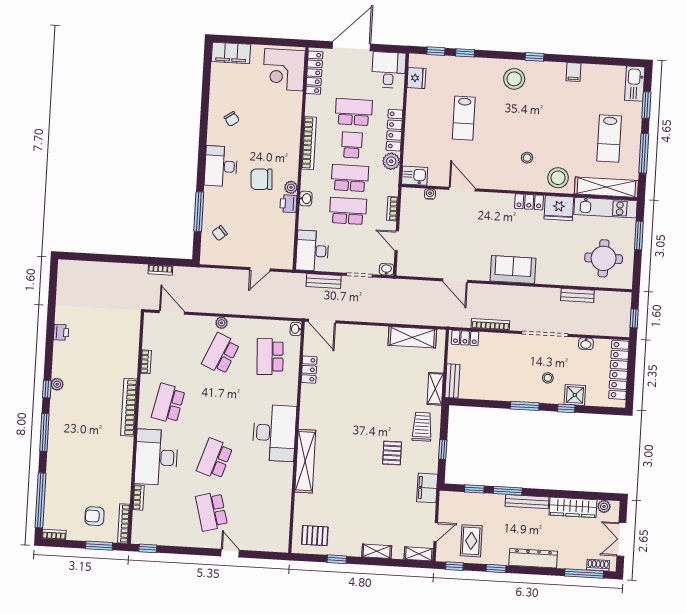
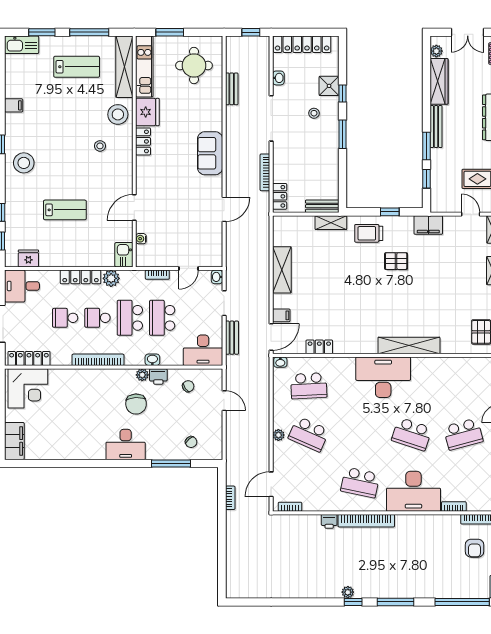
school desk: (354, 112) -> (65, 318), width x0.54
chair: (232, 119) -> (188, 386), moved
printer: (61, 332) -> (329, 521), moved, turned 180
filing cabinet: (344, 333) -> (281, 315), added
shelving: (412, 337) -> (282, 270), moved
bookcase: (146, 362) -> (290, 507), moved

